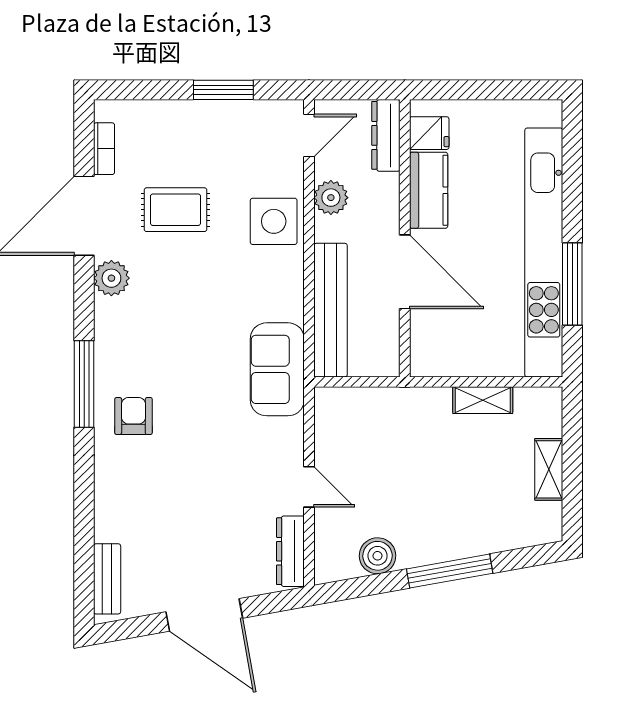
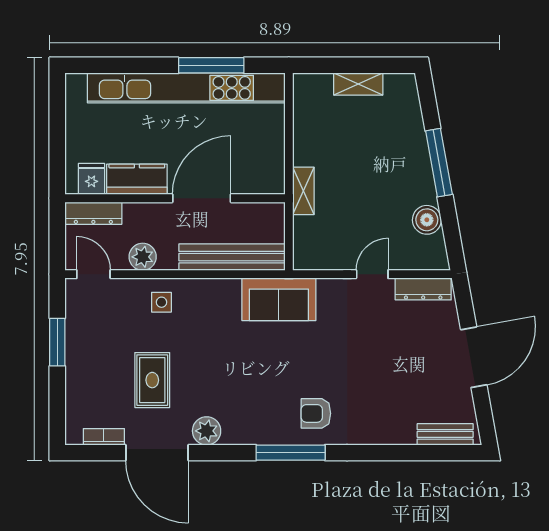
side table: (274, 221) -> (161, 302), width x0.54, depth x0.54
shelving: (483, 400) -> (303, 191), moved

